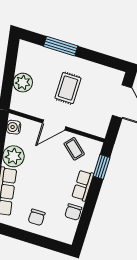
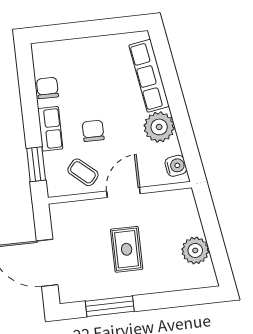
window: (61, 46) -> (110, 306), moved
plant: (23, 83) -> (195, 250), moved
chair: (37, 217) -> (93, 131), moved

